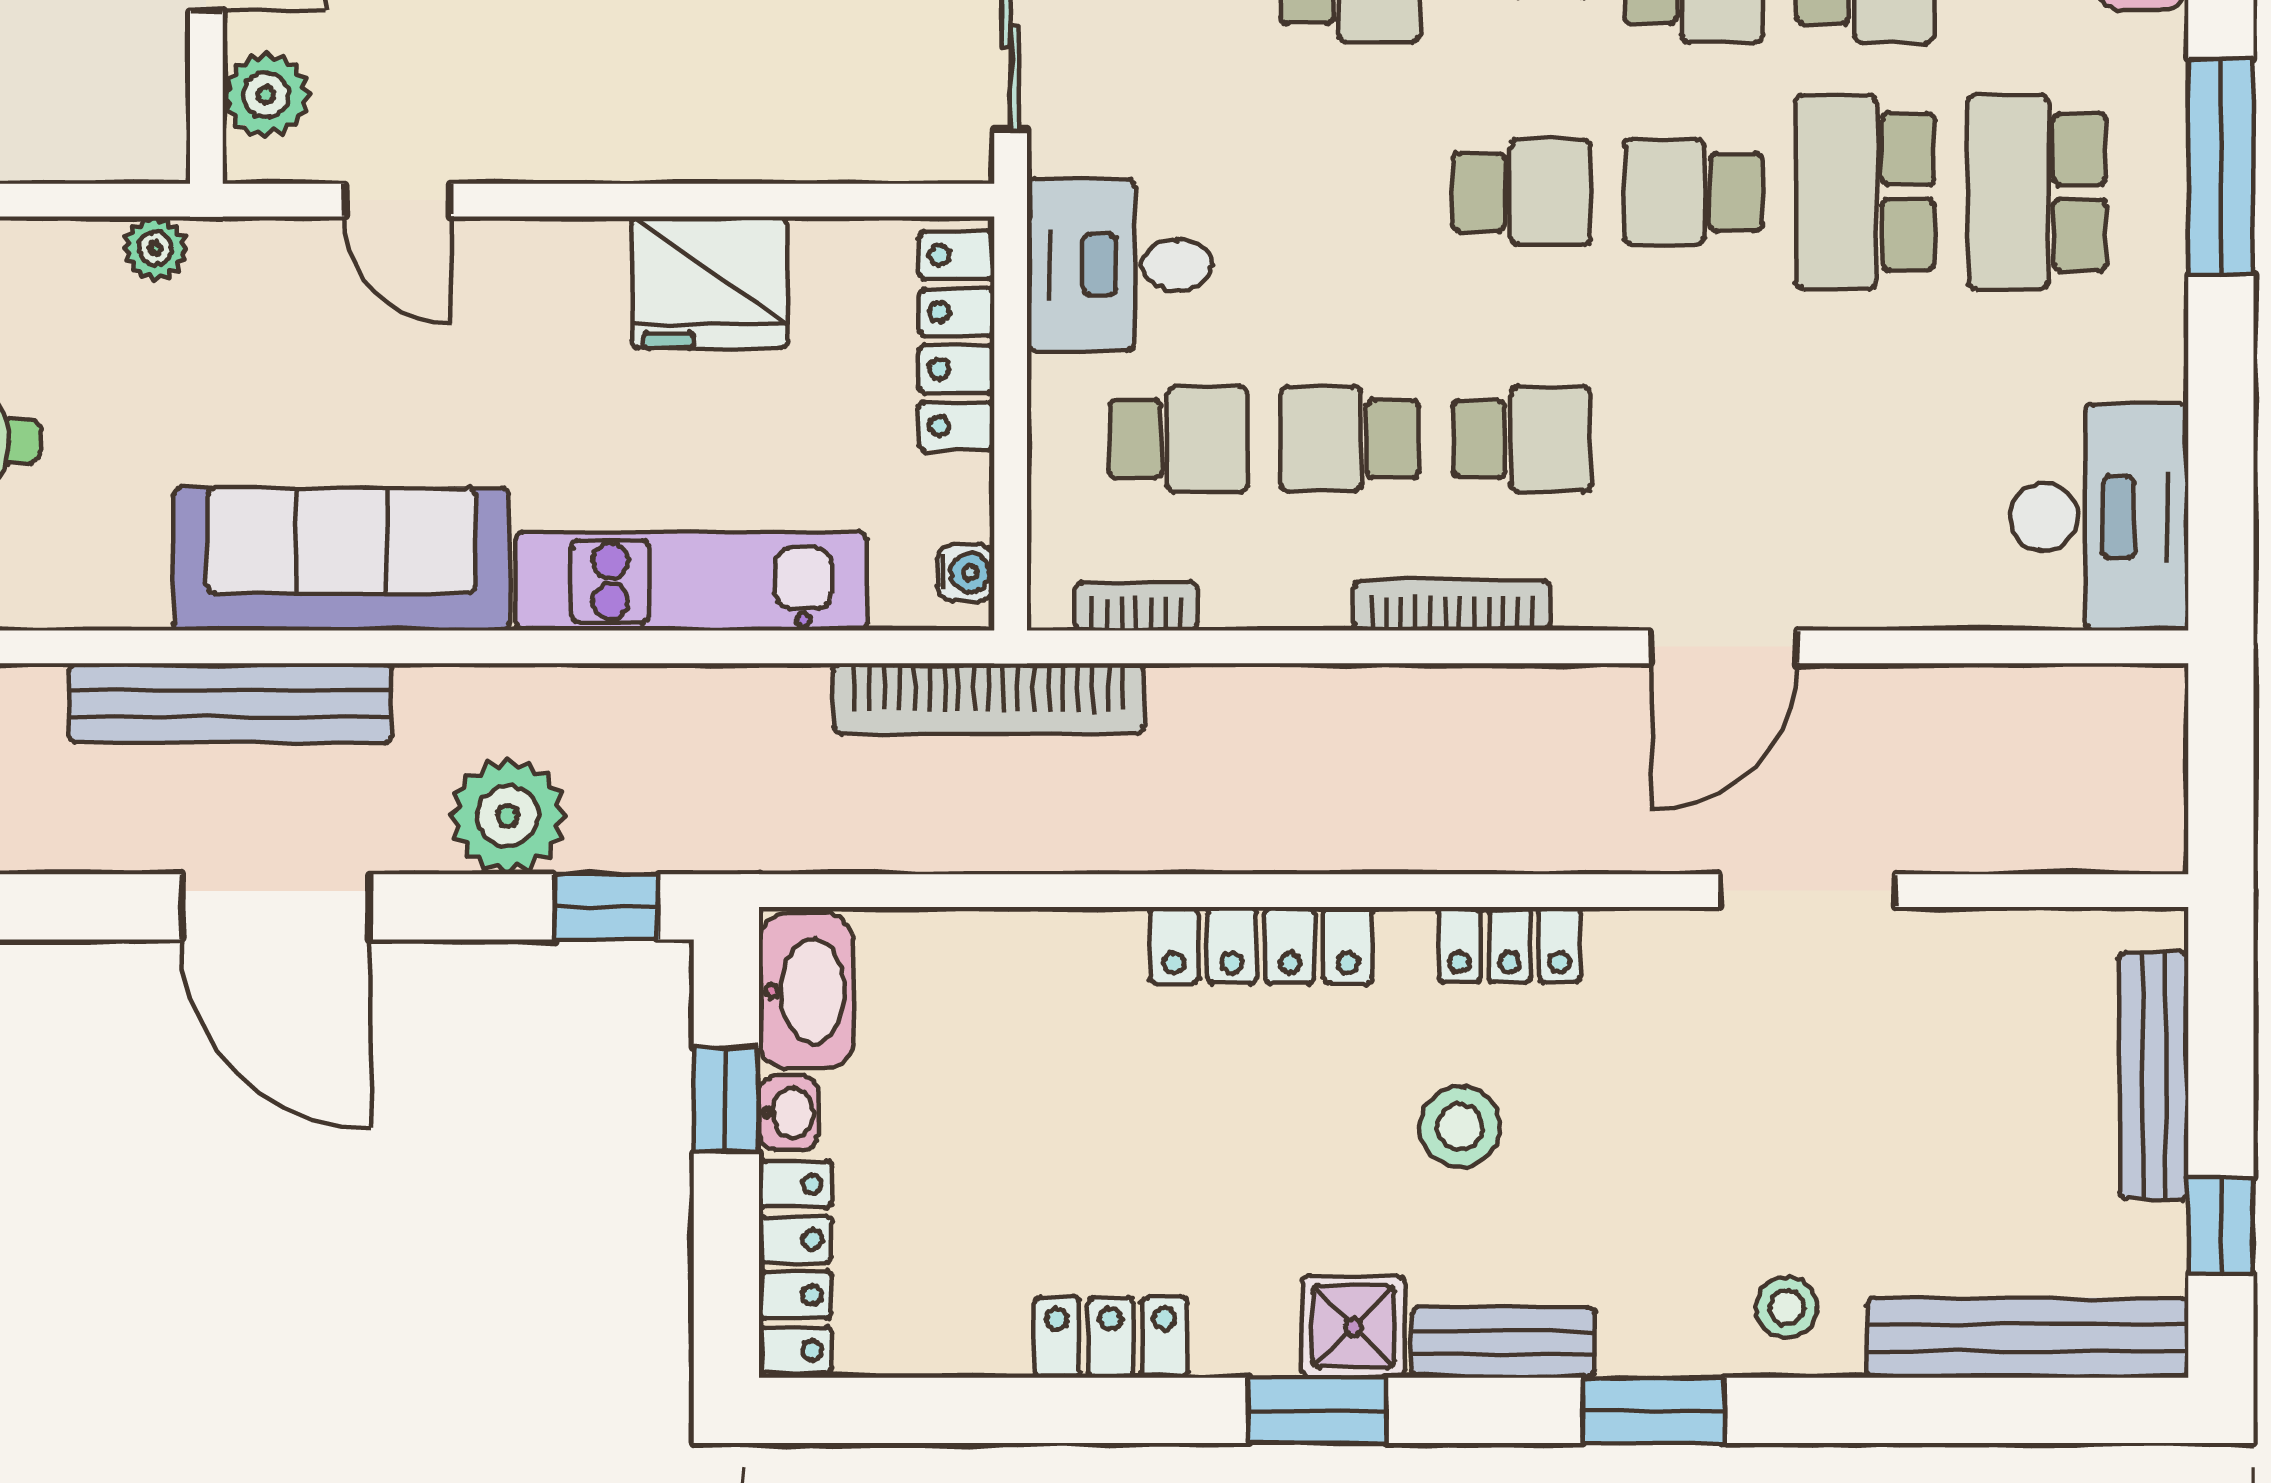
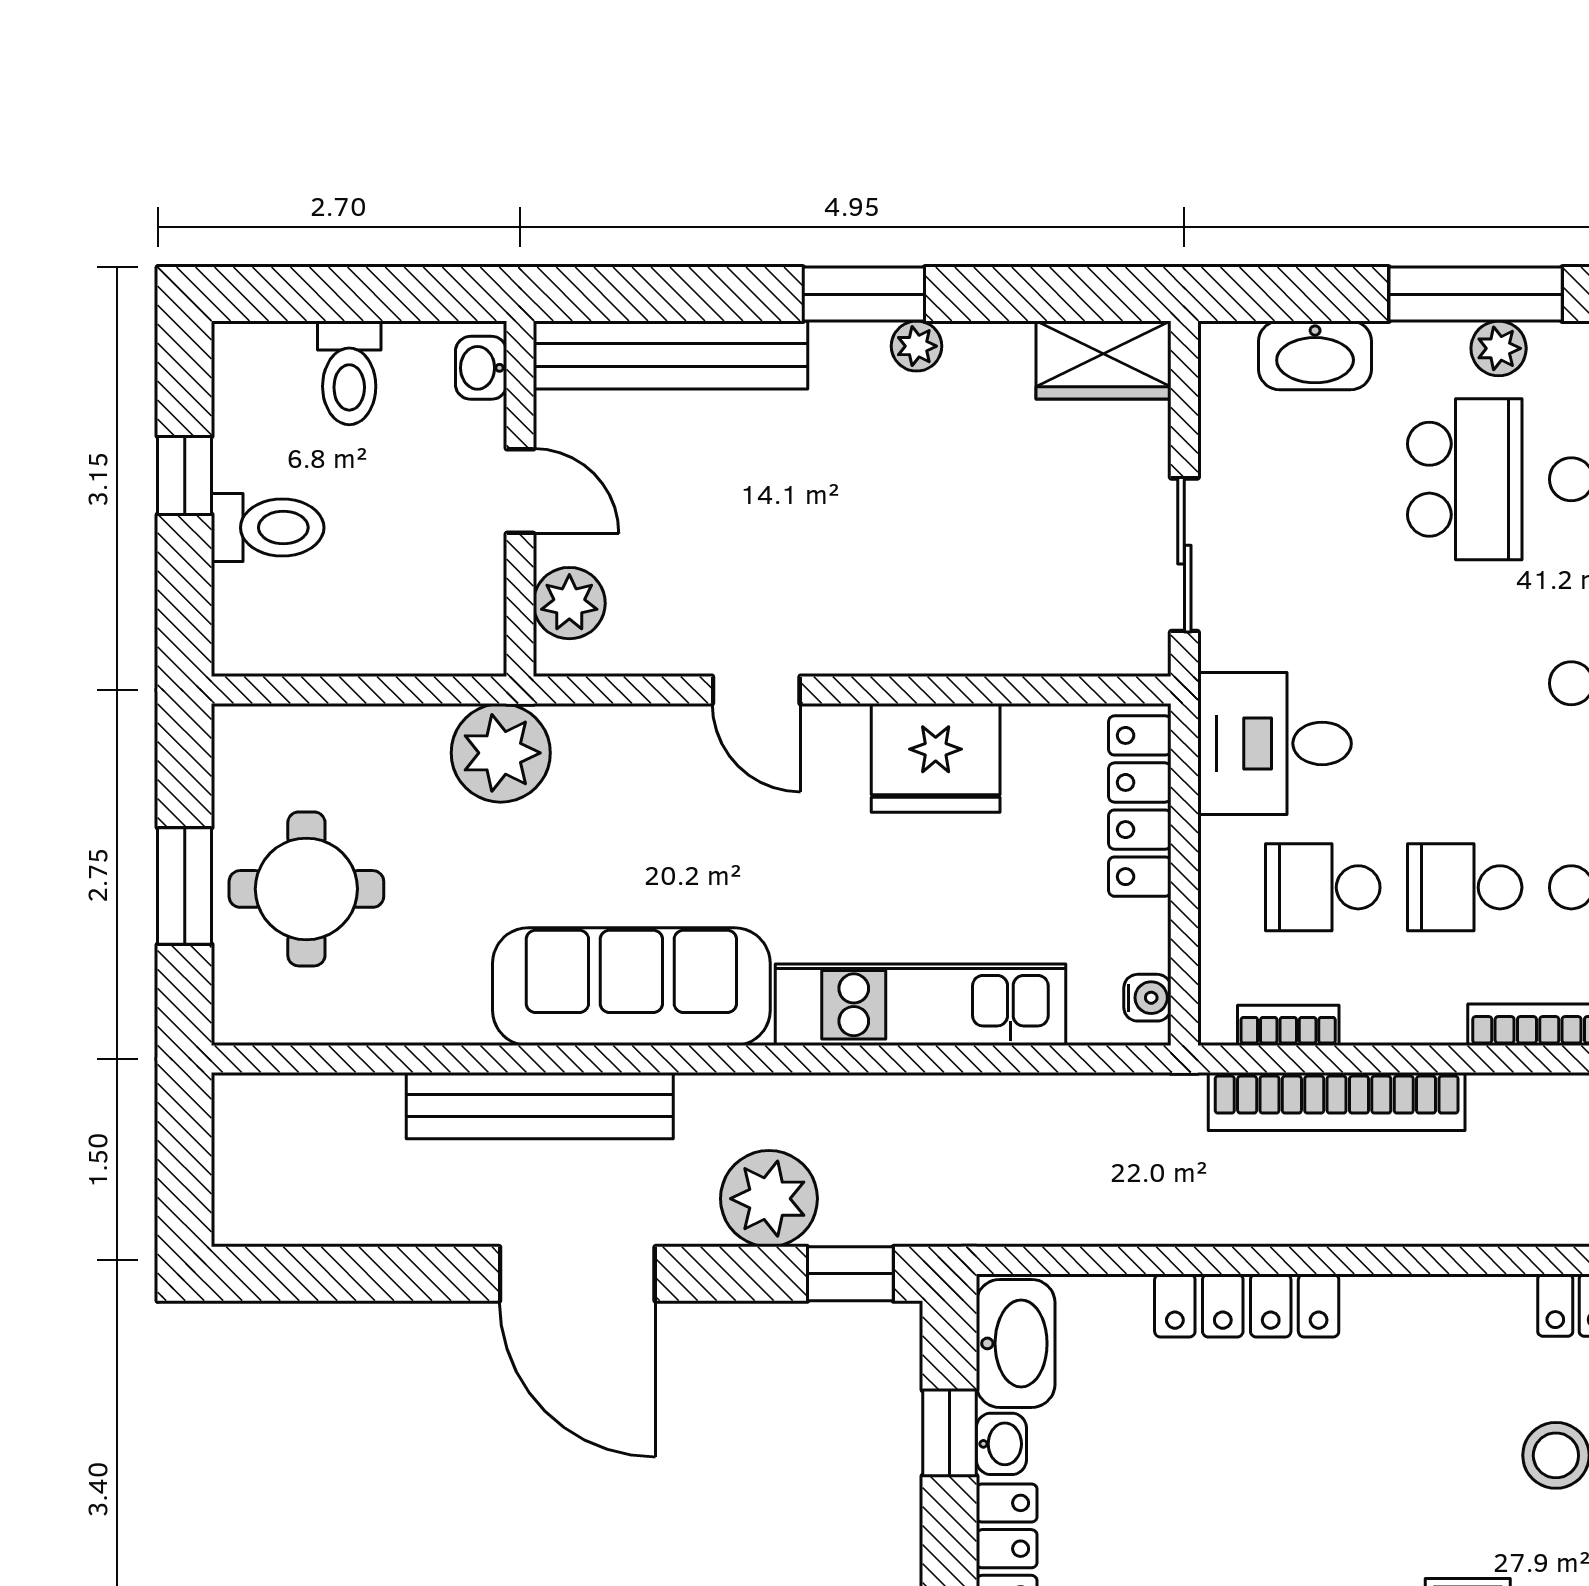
door: (398, 200) -> (756, 690), moved
plant: (155, 248) -> (501, 753), width x1.88, depth x1.88
school desk: (1178, 439) -> (1323, 887), turned 180
bookcase: (989, 698) -> (1337, 1102), moved
locker: (1261, 945) -> (1247, 1306), moved

